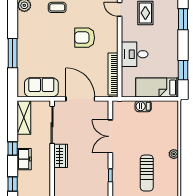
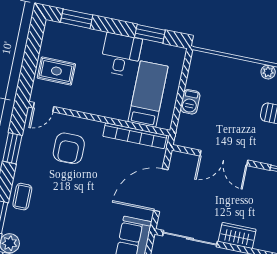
armchair: (85, 38) -> (69, 148), moved
desk: (135, 54) -> (121, 55), moved, turned 180
bed: (157, 87) -> (148, 94), moved, turned 180

